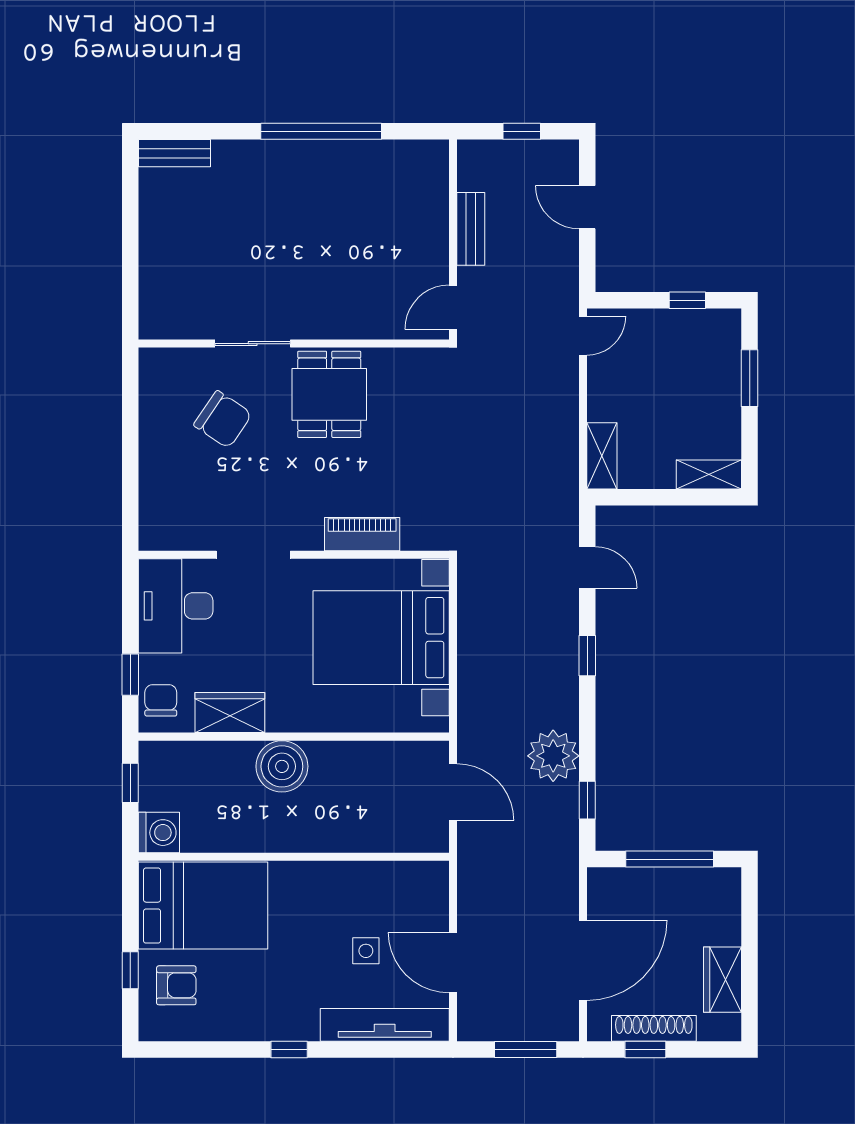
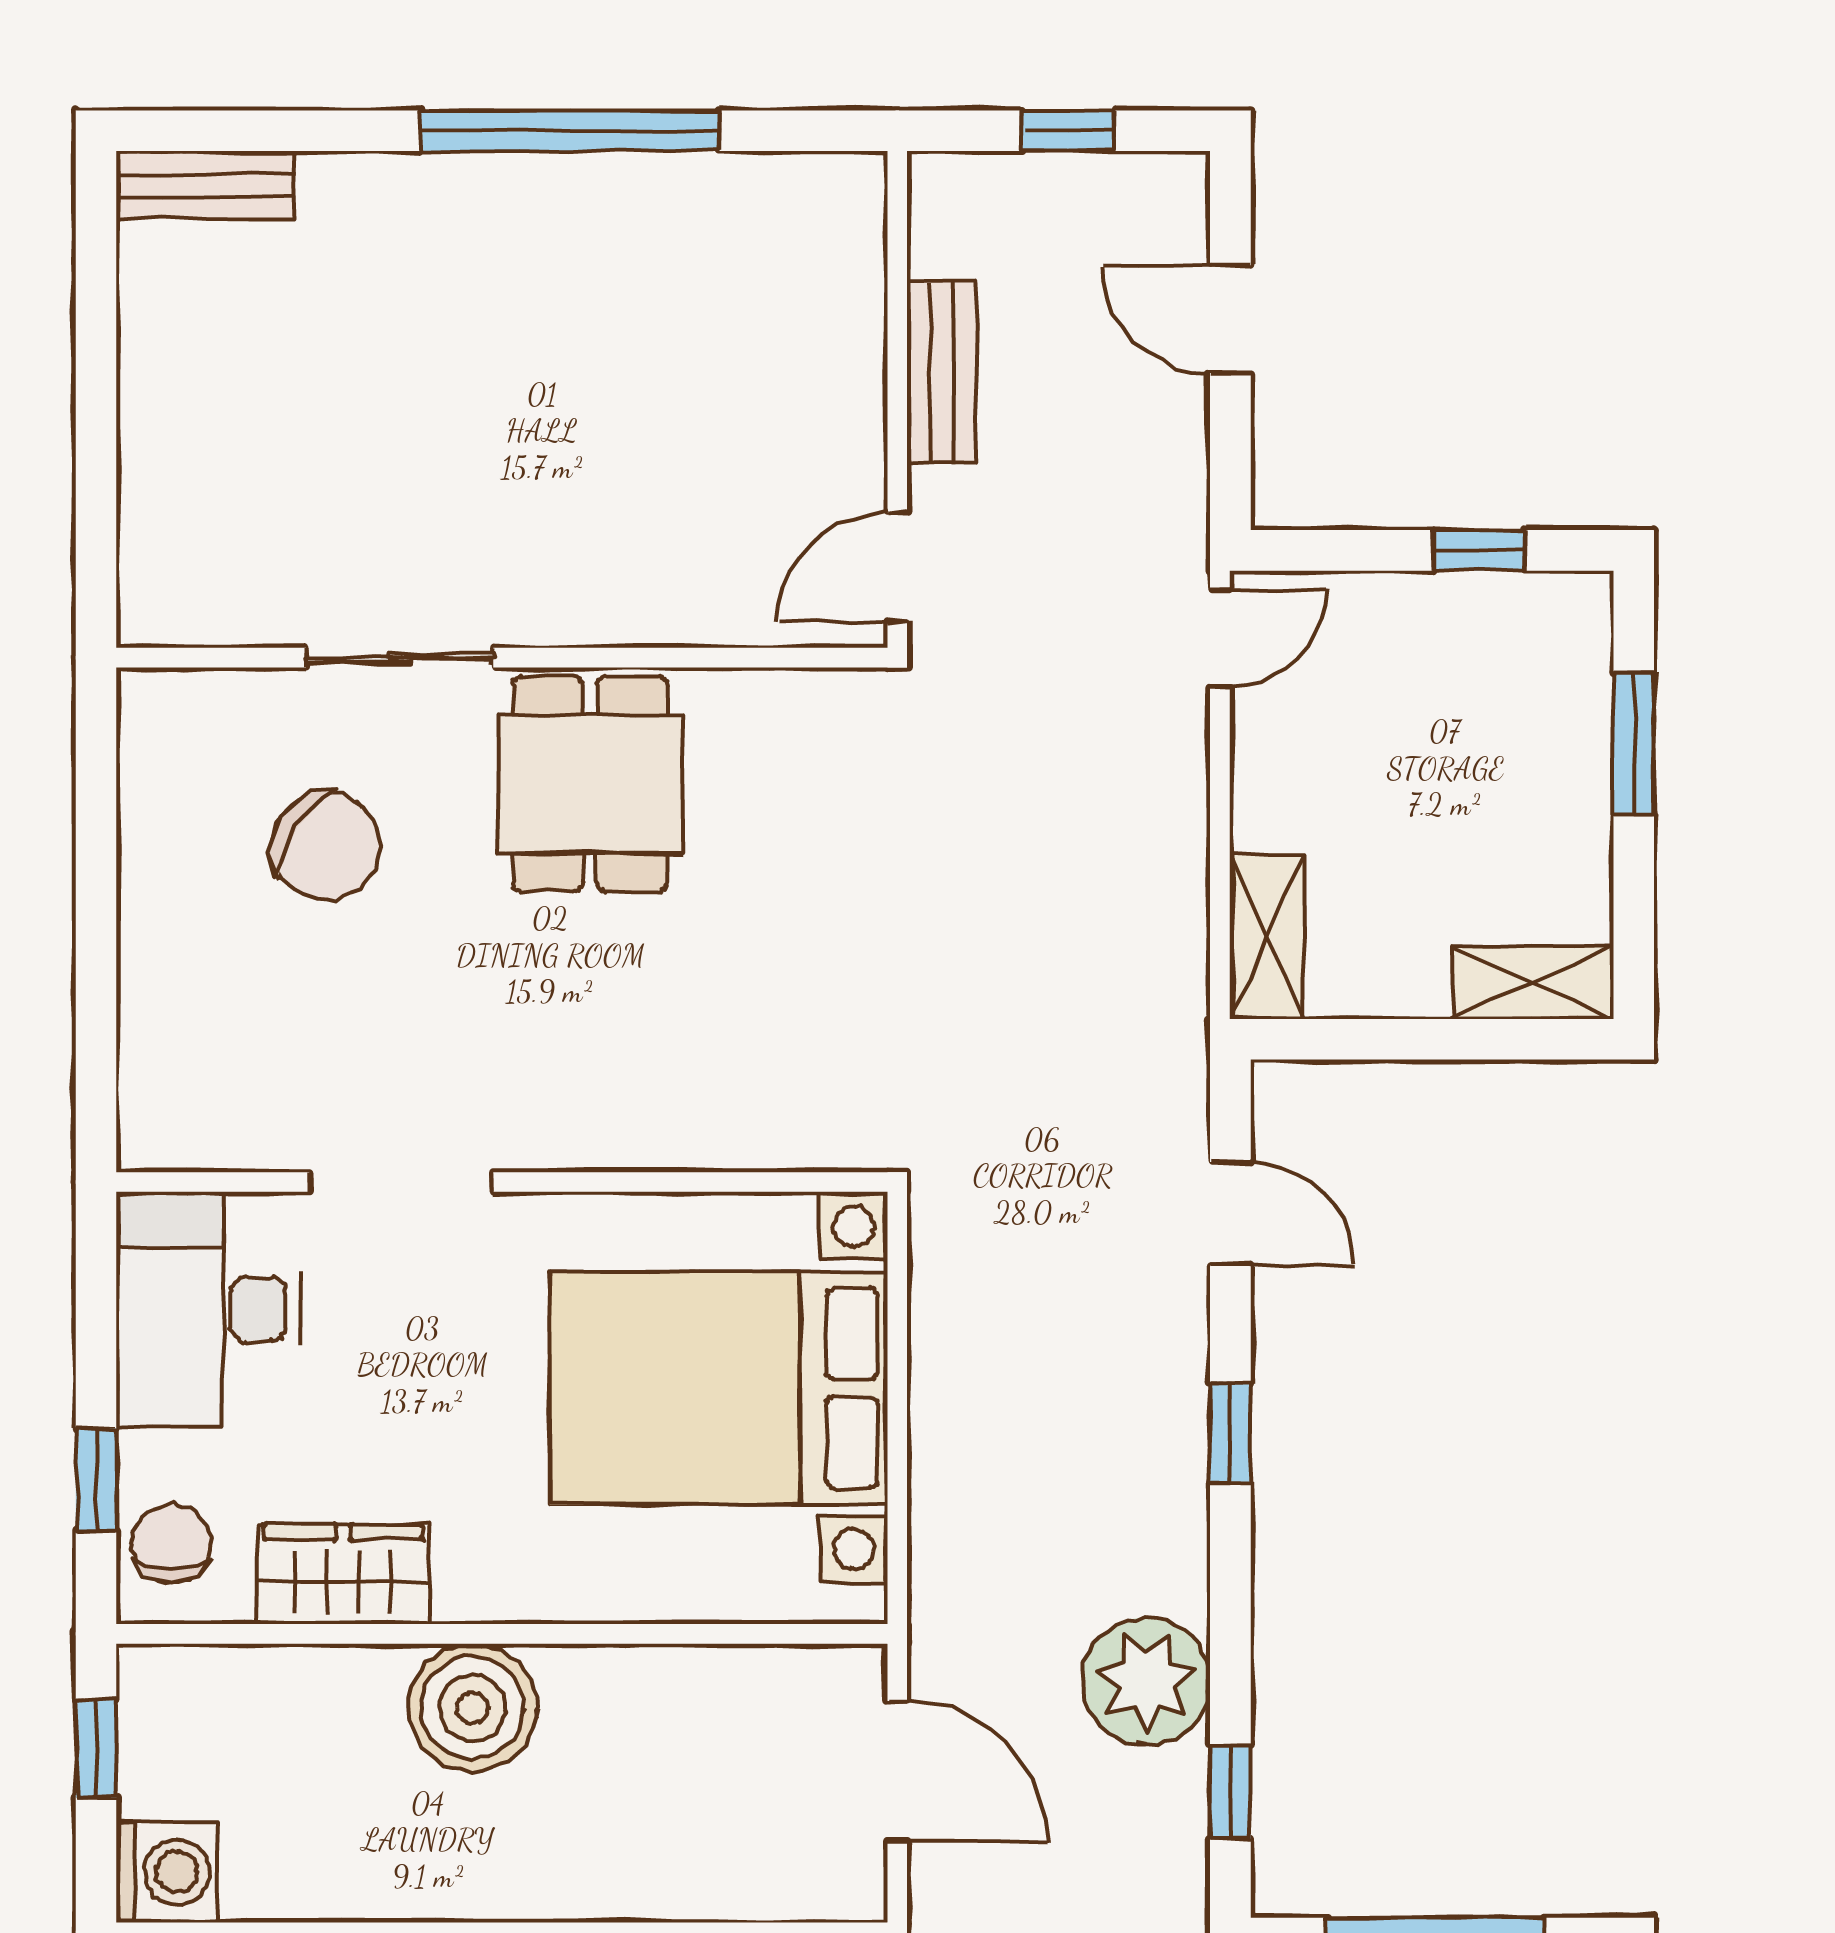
piano: (362, 534) -> (672, 1131), removed

